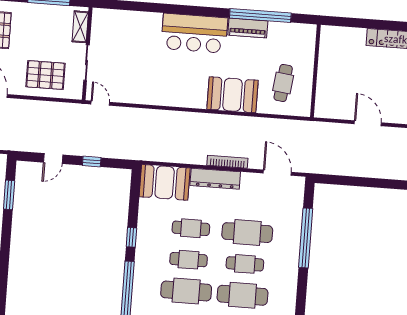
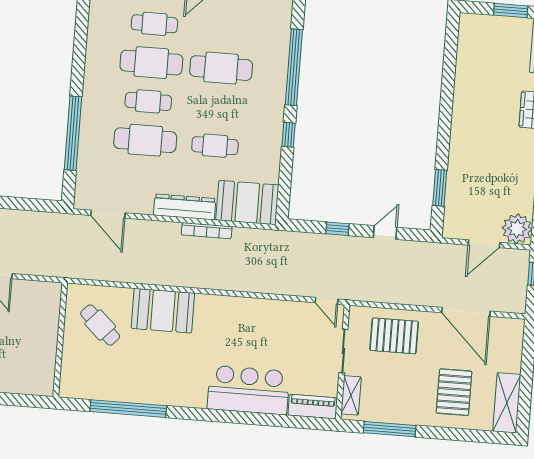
piano: (248, 28) -> (313, 407), moved
bar counter: (194, 33) -> (248, 390), moved
cafe table: (283, 83) -> (100, 325), turned -54
bookcase: (227, 162) -> (207, 231), moved
cafe table: (189, 260) -> (218, 107), removed

